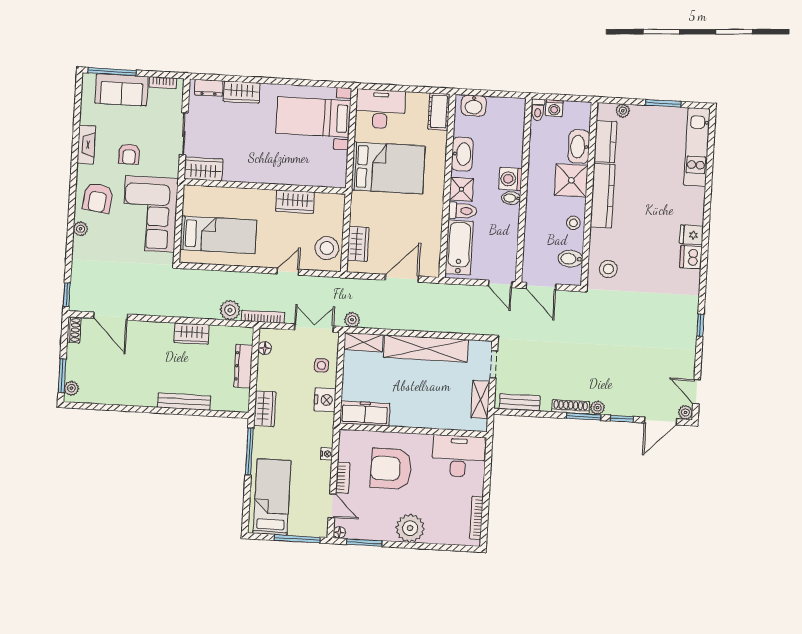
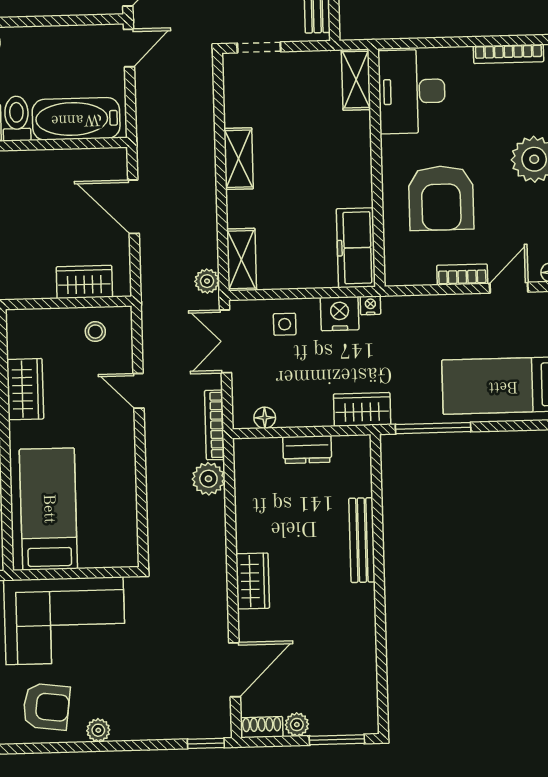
bed: (218, 235) -> (48, 509), moved
stool: (327, 248) -> (95, 332), width x0.53, depth x0.53
wardrobe: (192, 334) -> (253, 581), moved
shelving: (426, 349) -> (239, 159), width x0.45, depth x0.75
dresser: (243, 366) -> (307, 450), width x0.70
plant: (71, 388) -> (297, 725), moved
shelving: (480, 400) -> (356, 80), moved, turned 90
nightstand: (327, 454) -> (370, 305), moved

